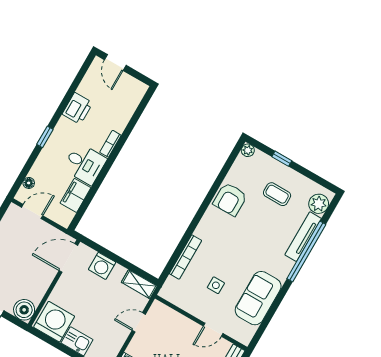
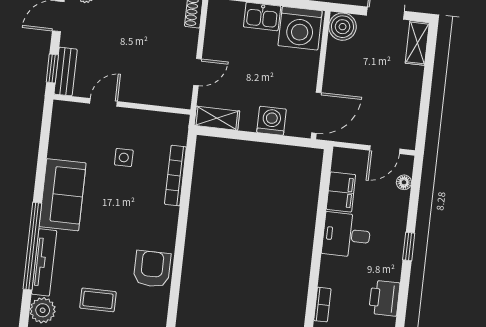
bookcase: (110, 144) -> (322, 305), moved
sofa: (258, 298) -> (63, 195), moved

